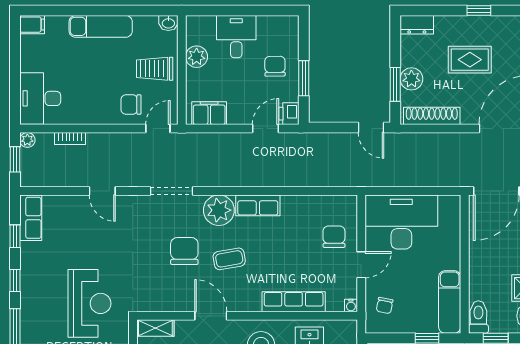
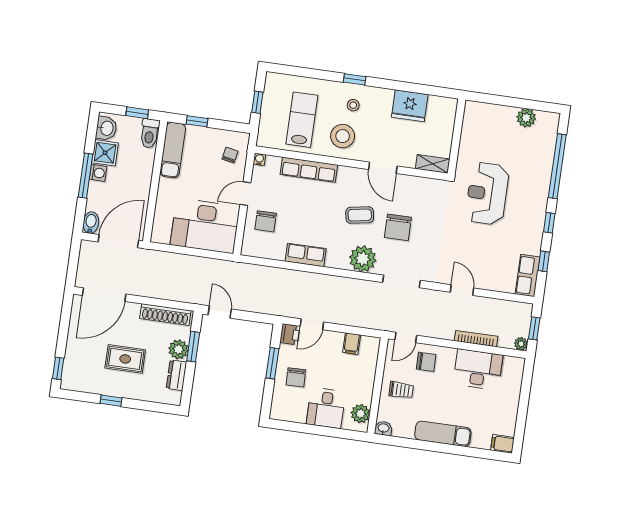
dresser: (417, 25) -> (176, 375), moved, turned -90
plant: (197, 57) -> (360, 414), moved
trolley: (155, 69) -> (401, 390), width x0.73, depth x0.72
desk: (40, 98) -> (478, 369), moved, turned -90
filing cabinet: (209, 113) -> (352, 344), width x0.50
bookcase: (70, 139) -> (476, 339), width x1.56
row of seats: (258, 205) -> (306, 255), moved

